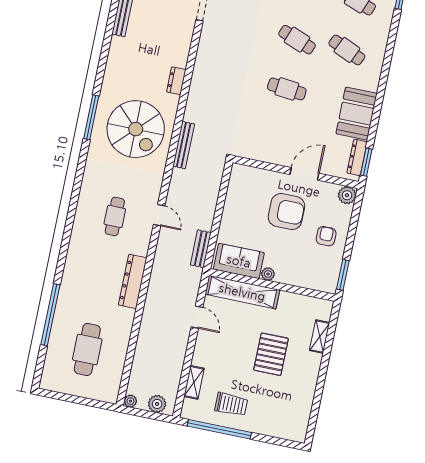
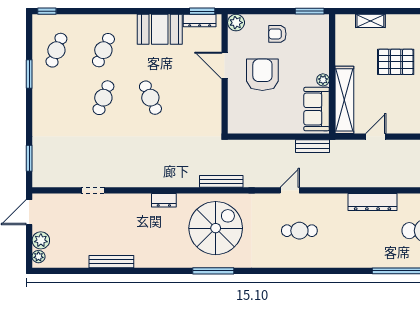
cafe table: (287, 89) -> (150, 98), turned -30
dresser: (133, 281) -> (373, 202), moved

